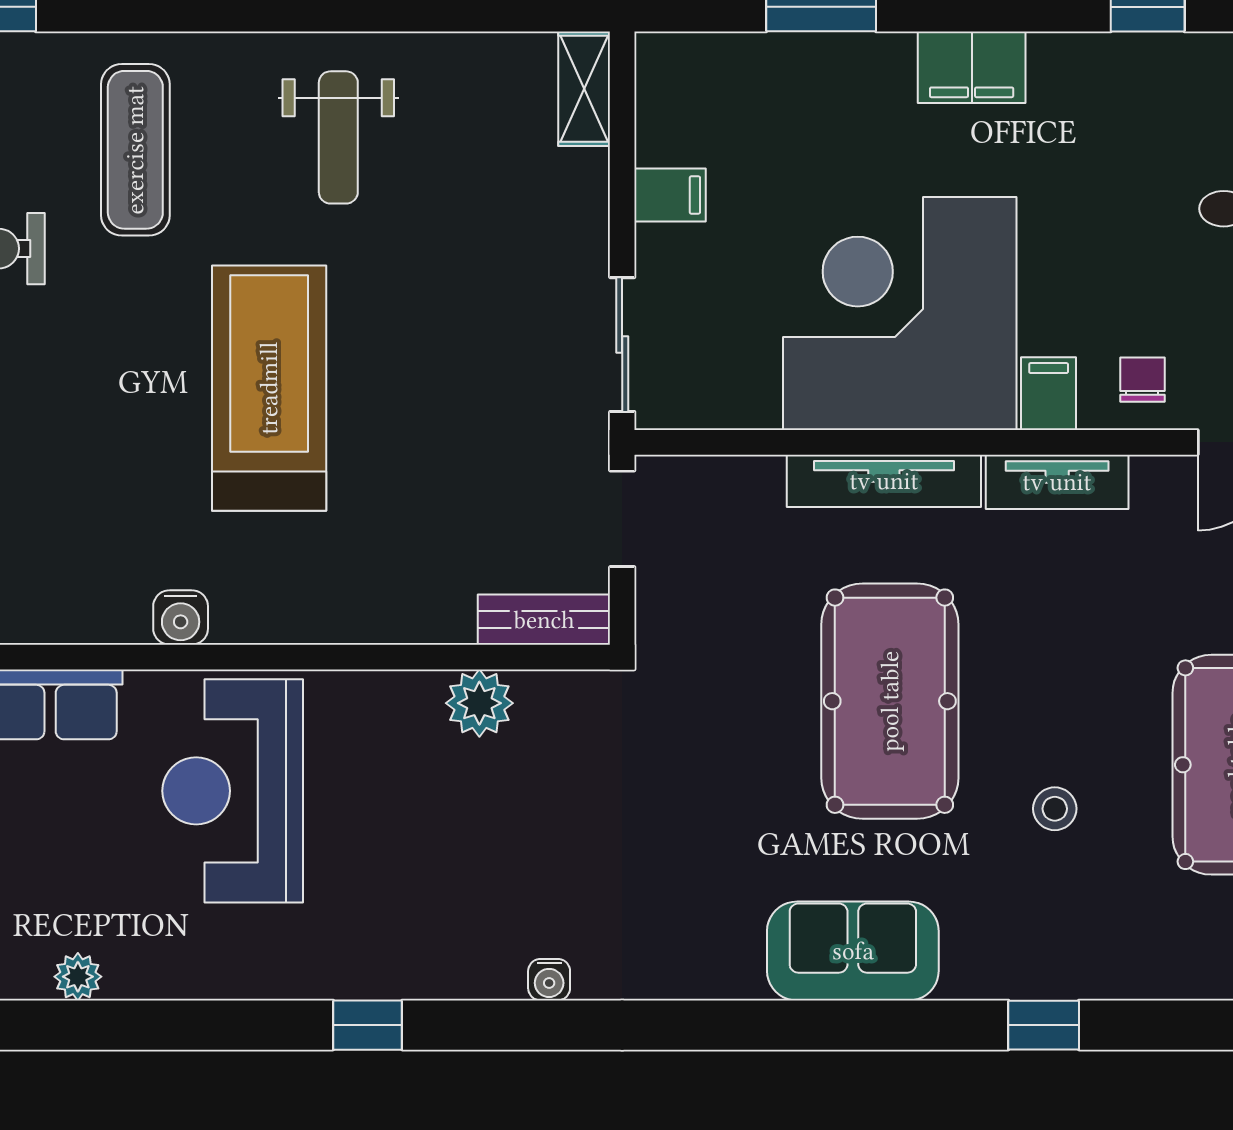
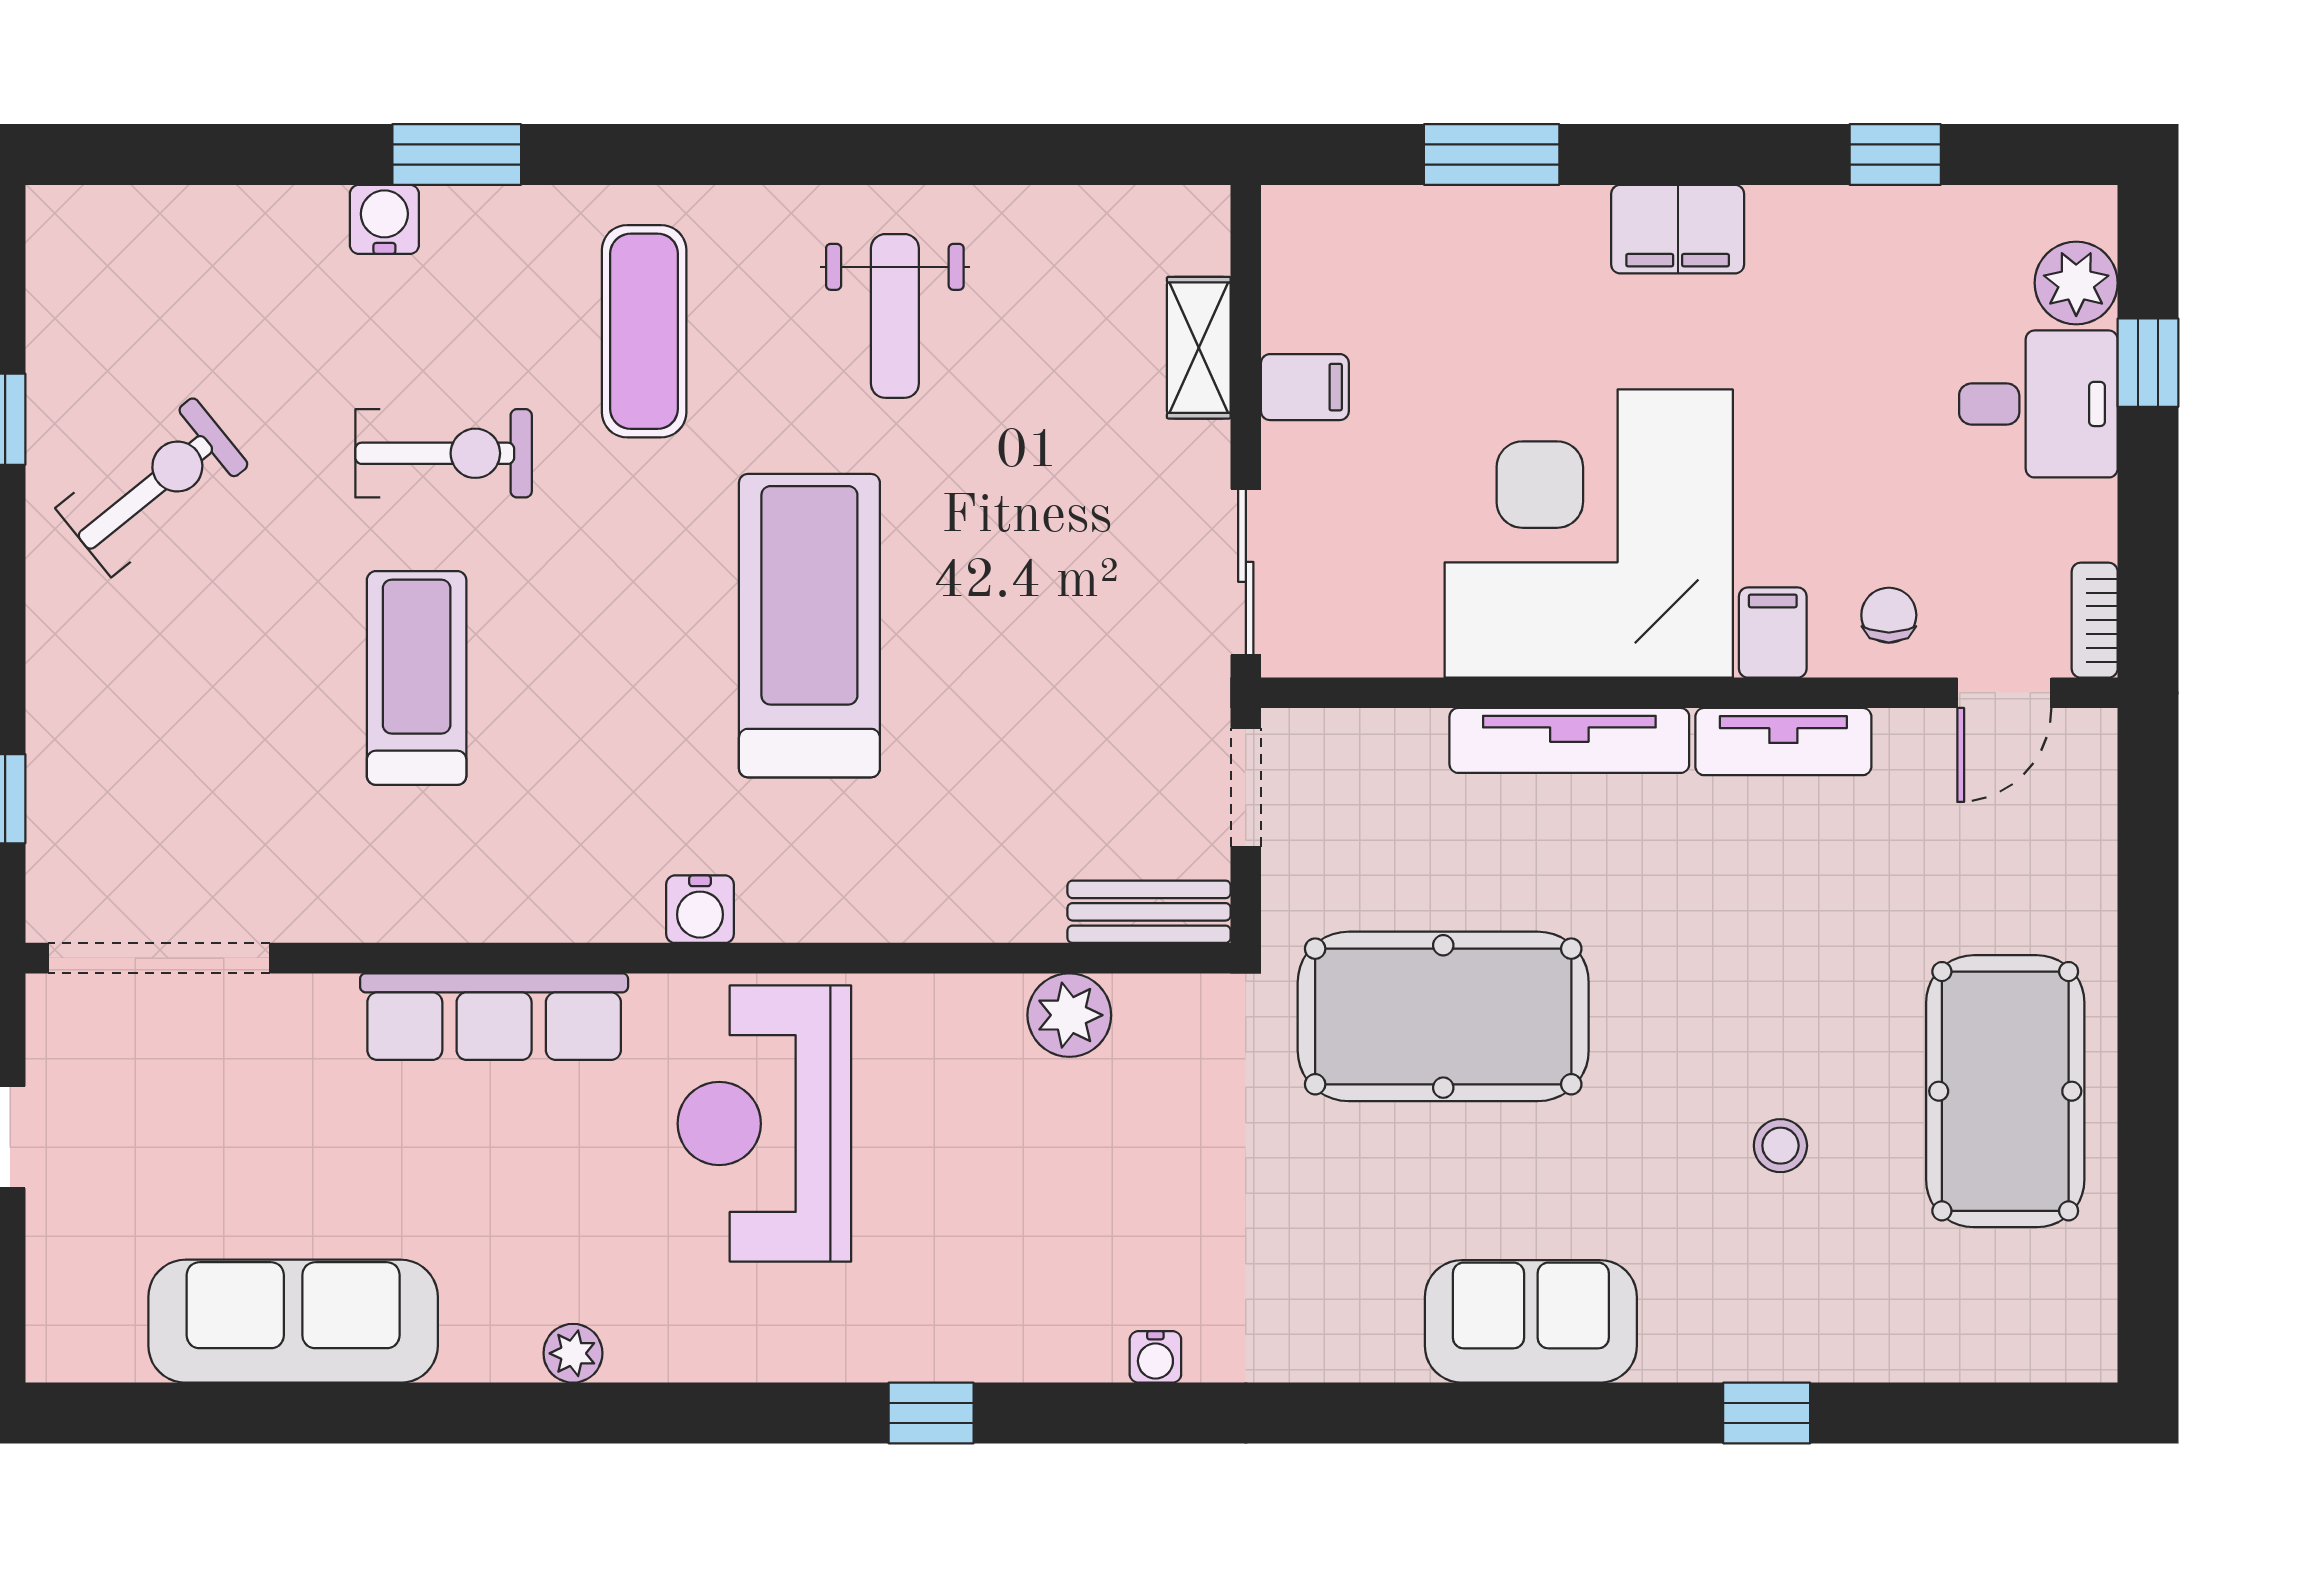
shelving: (584, 89) -> (1199, 348), moved
pool table: (890, 701) -> (1443, 1016), moved, turned 90

